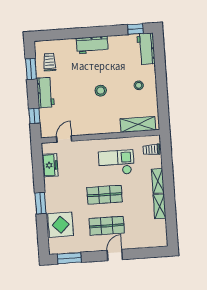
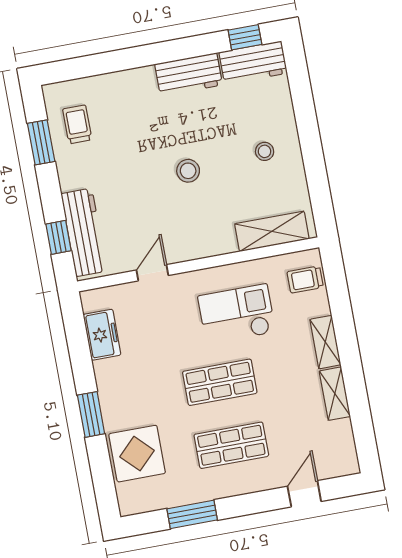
workbench: (92, 45) -> (189, 74), moved
workbench: (146, 49) -> (253, 63), moved, turned -90
workbench: (45, 93) -> (84, 232), moved, width x1.38
door: (64, 139) -> (152, 273), moved
door: (115, 255) -> (304, 494), moved
window: (69, 258) -> (192, 514), moved

